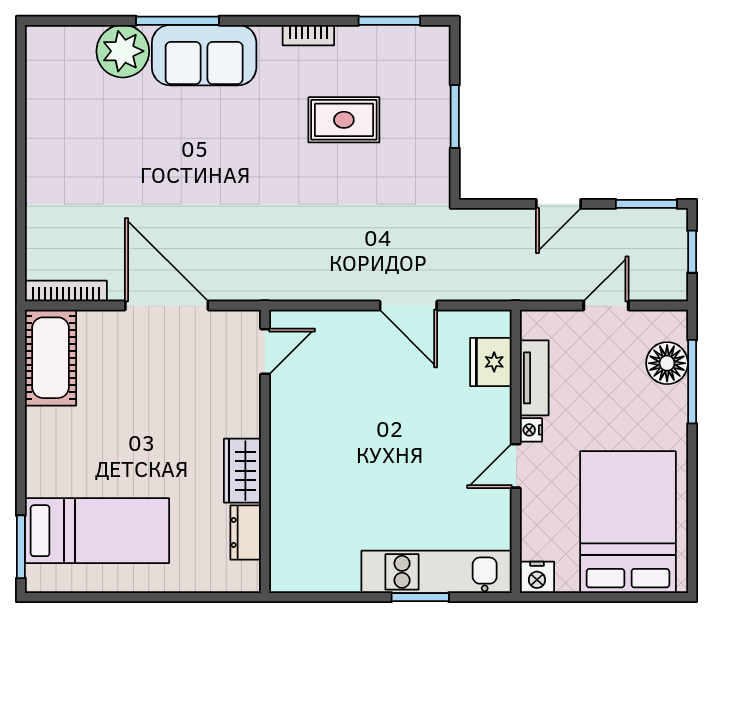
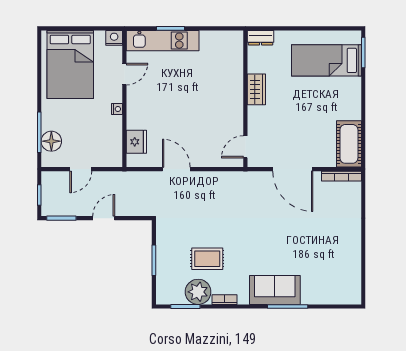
plant: (123, 51) -> (198, 292), moved
tv unit: (534, 378) -> (115, 134), removed
door: (516, 466) -> (124, 74), moved
dresser: (246, 532) -> (260, 38), moved, turned 90

